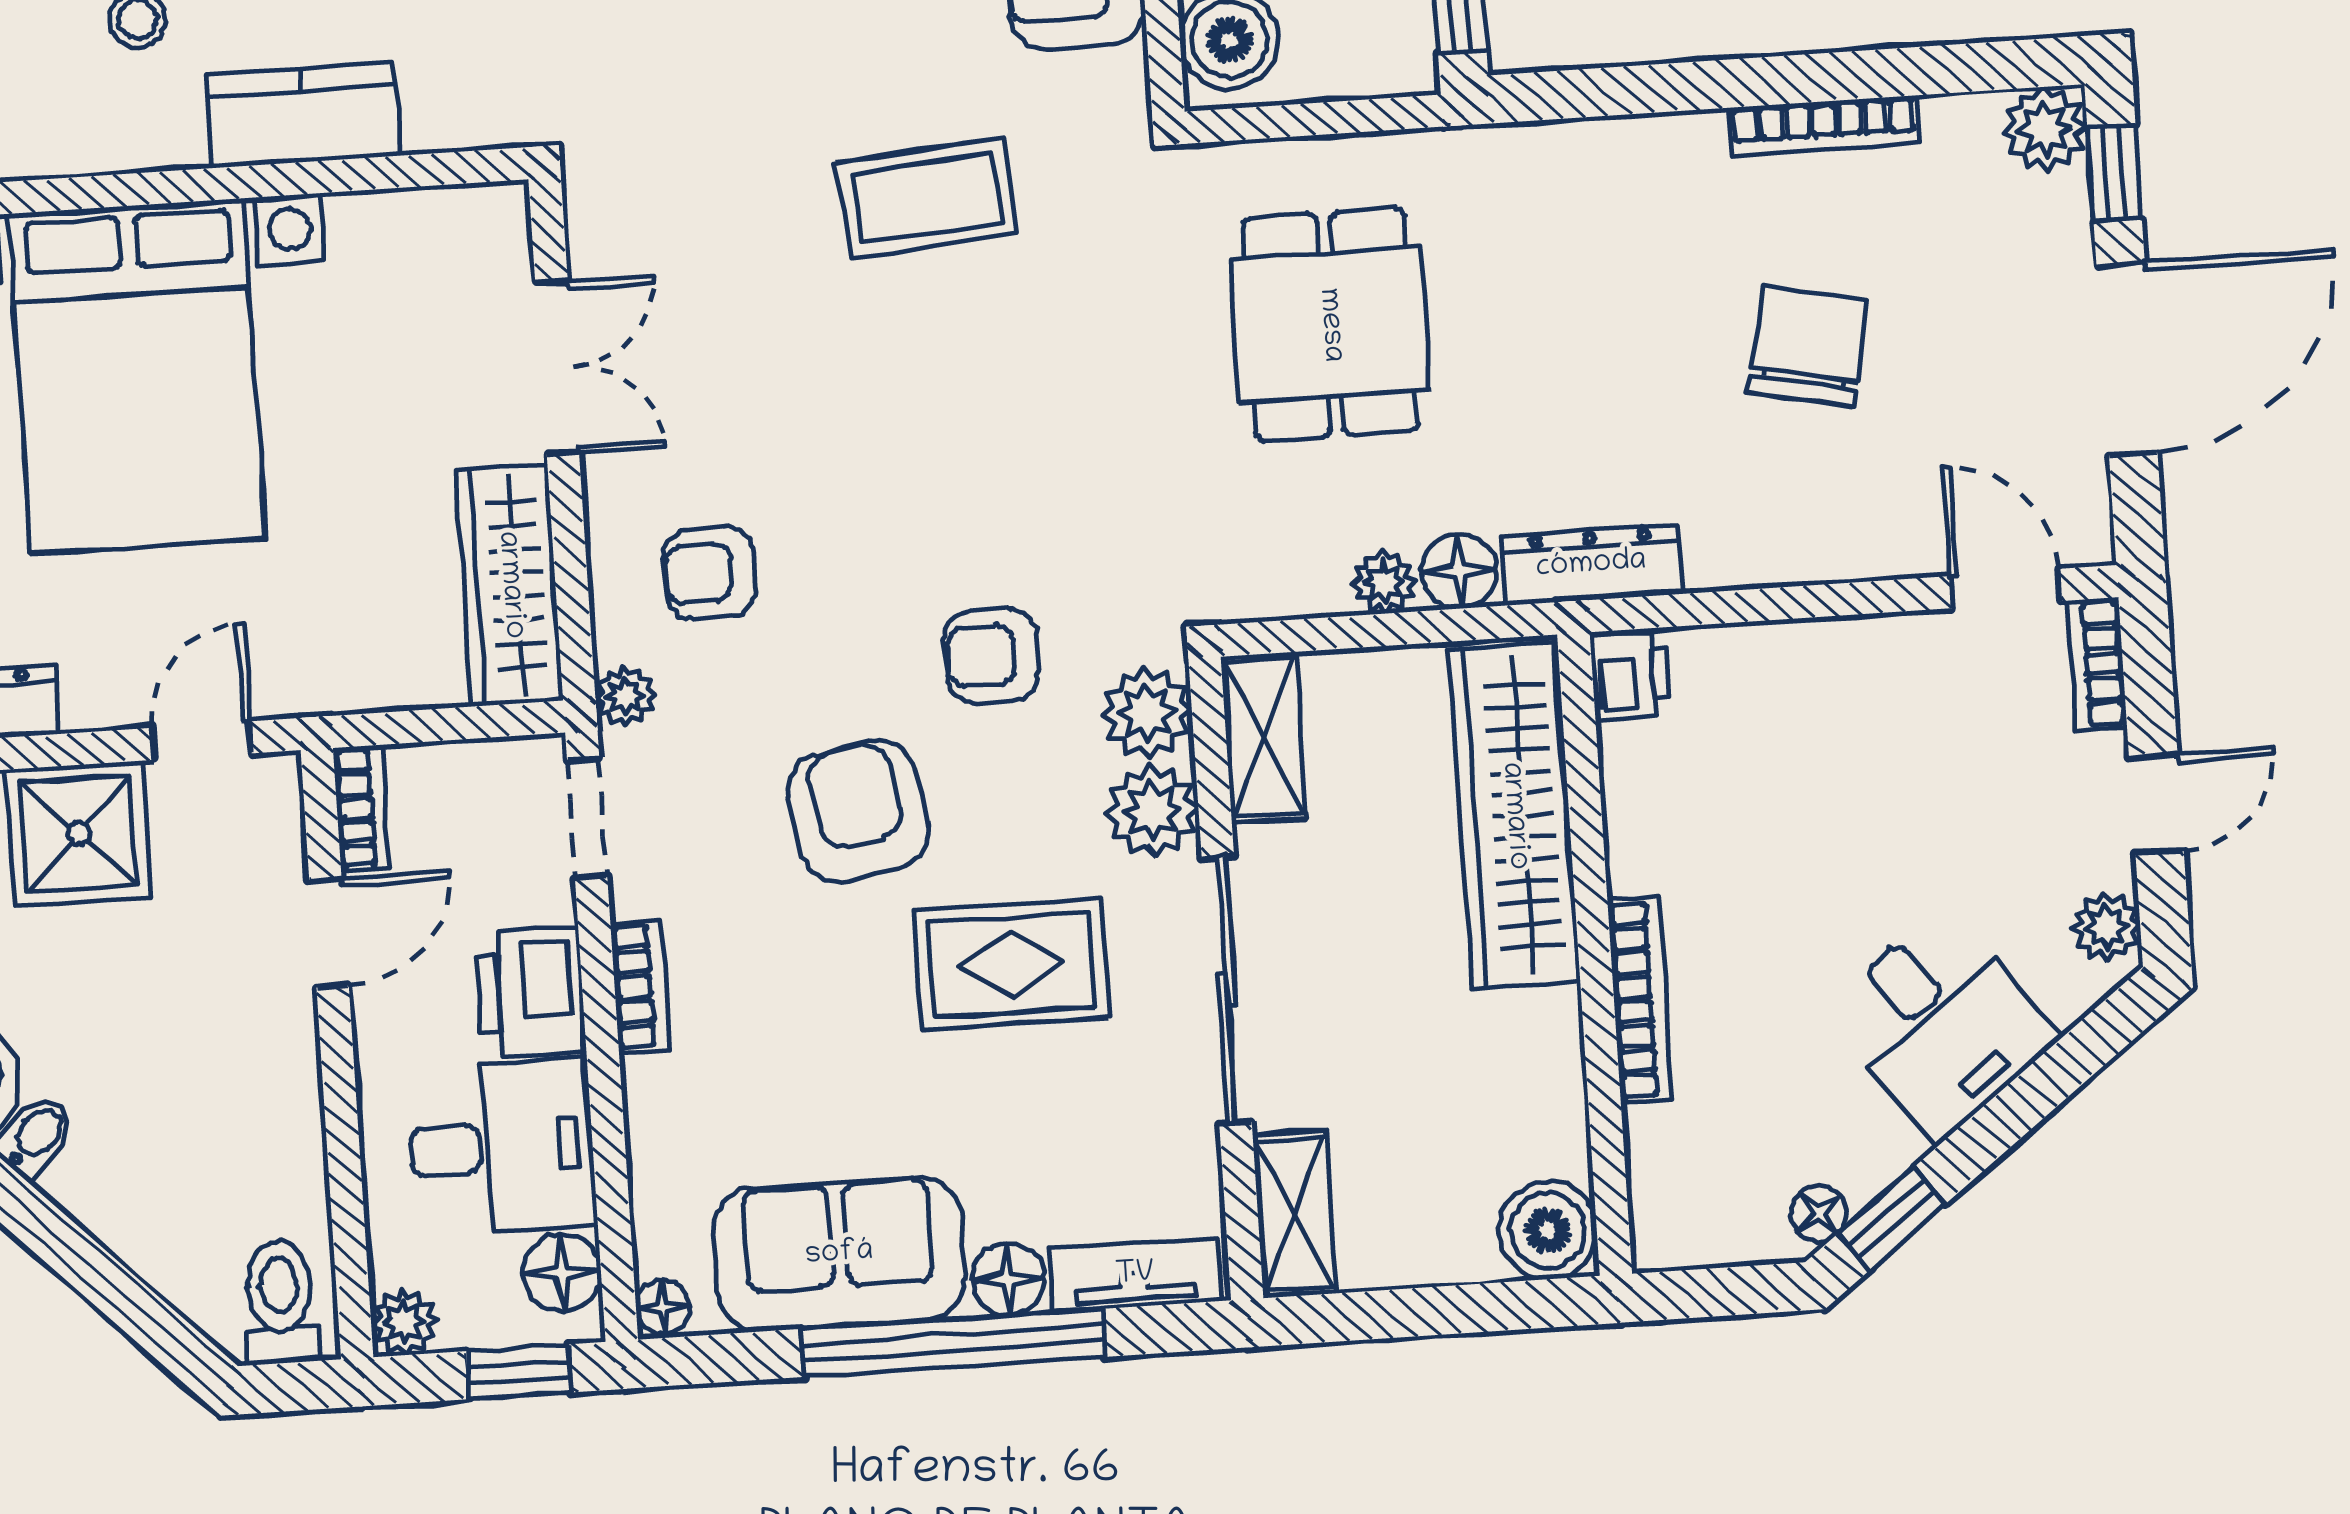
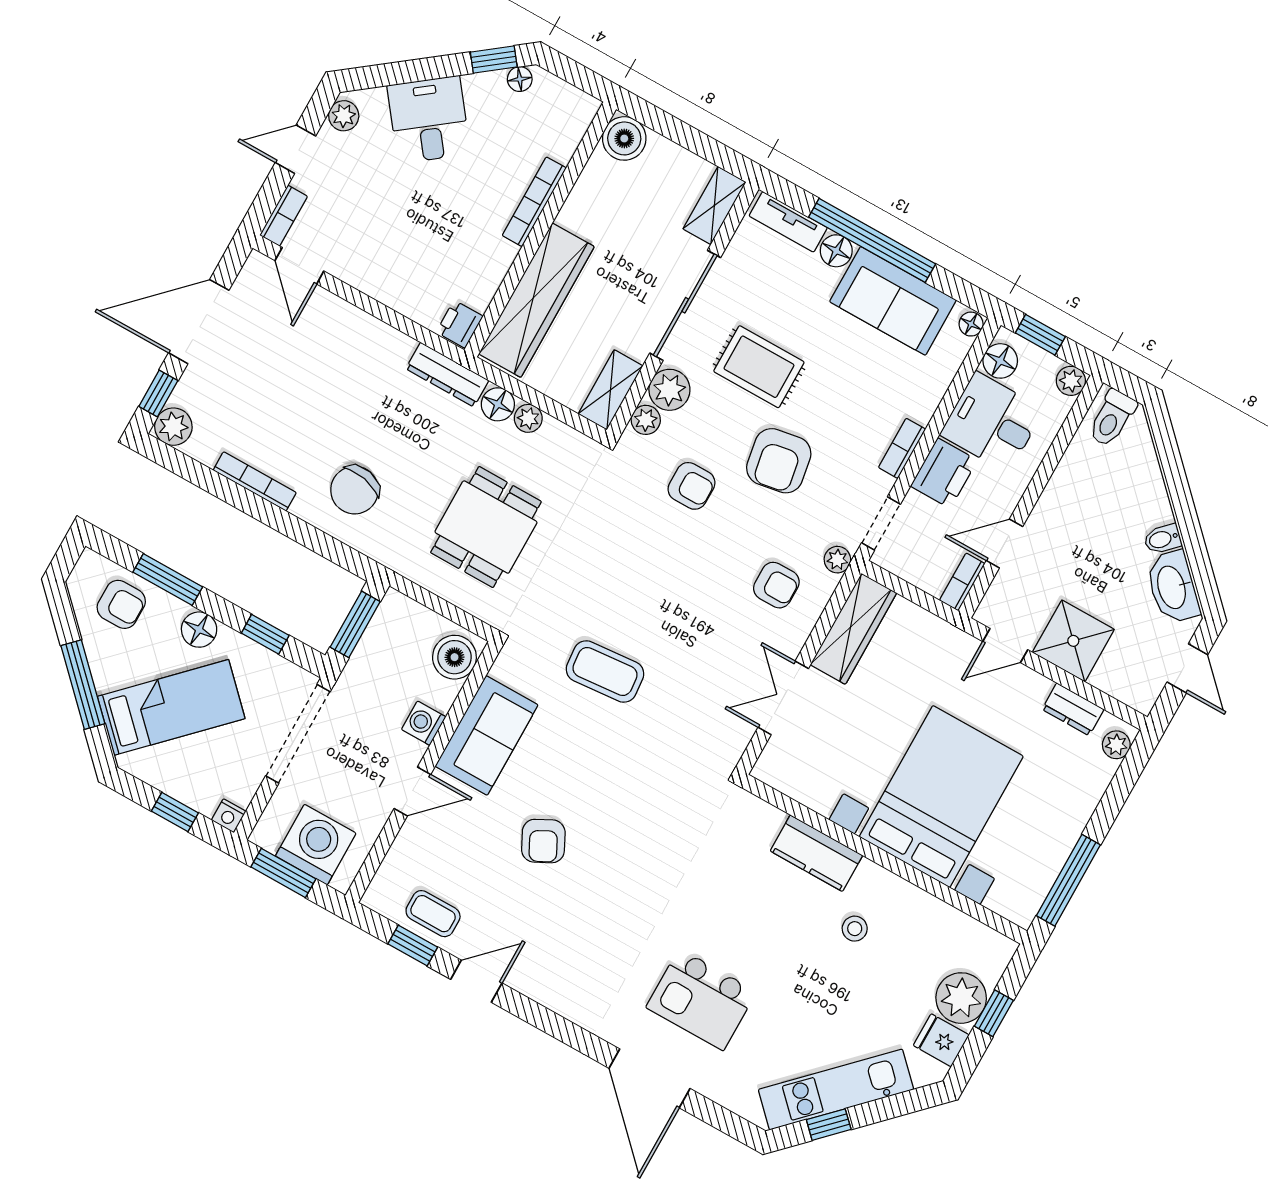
chair: (1808, 347) -> (355, 490), moved
plant: (1147, 713) -> (646, 420), width x0.73, depth x0.73

